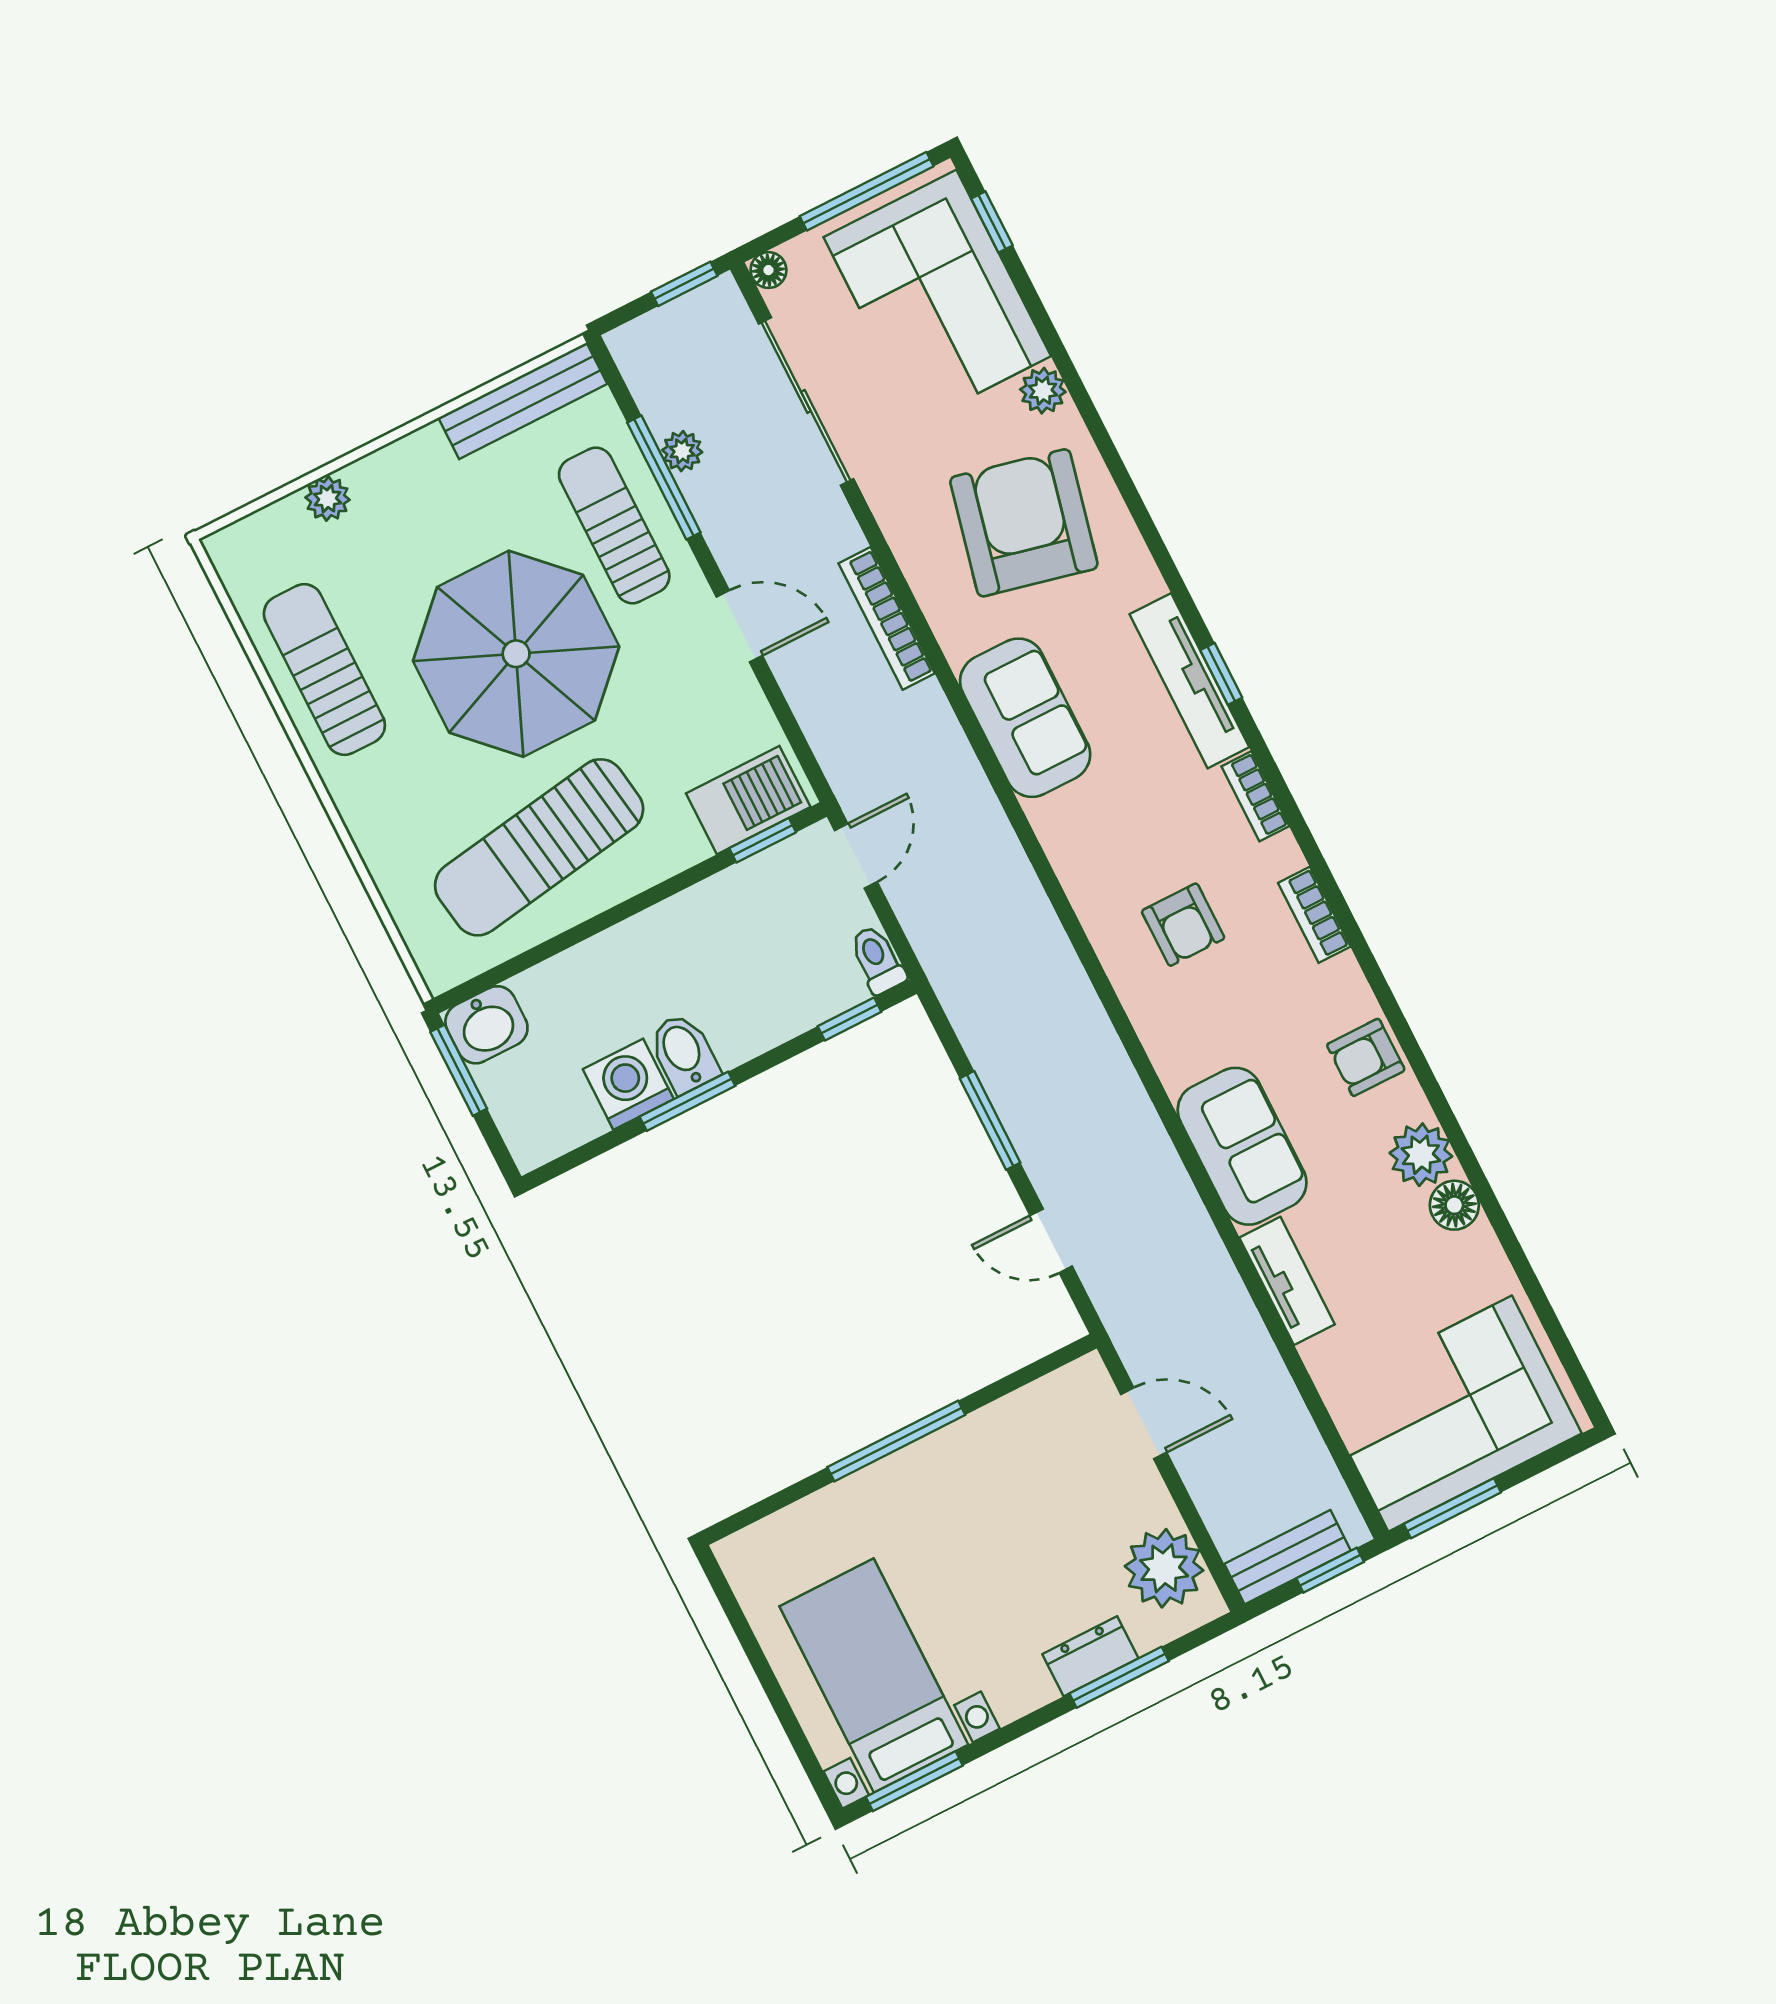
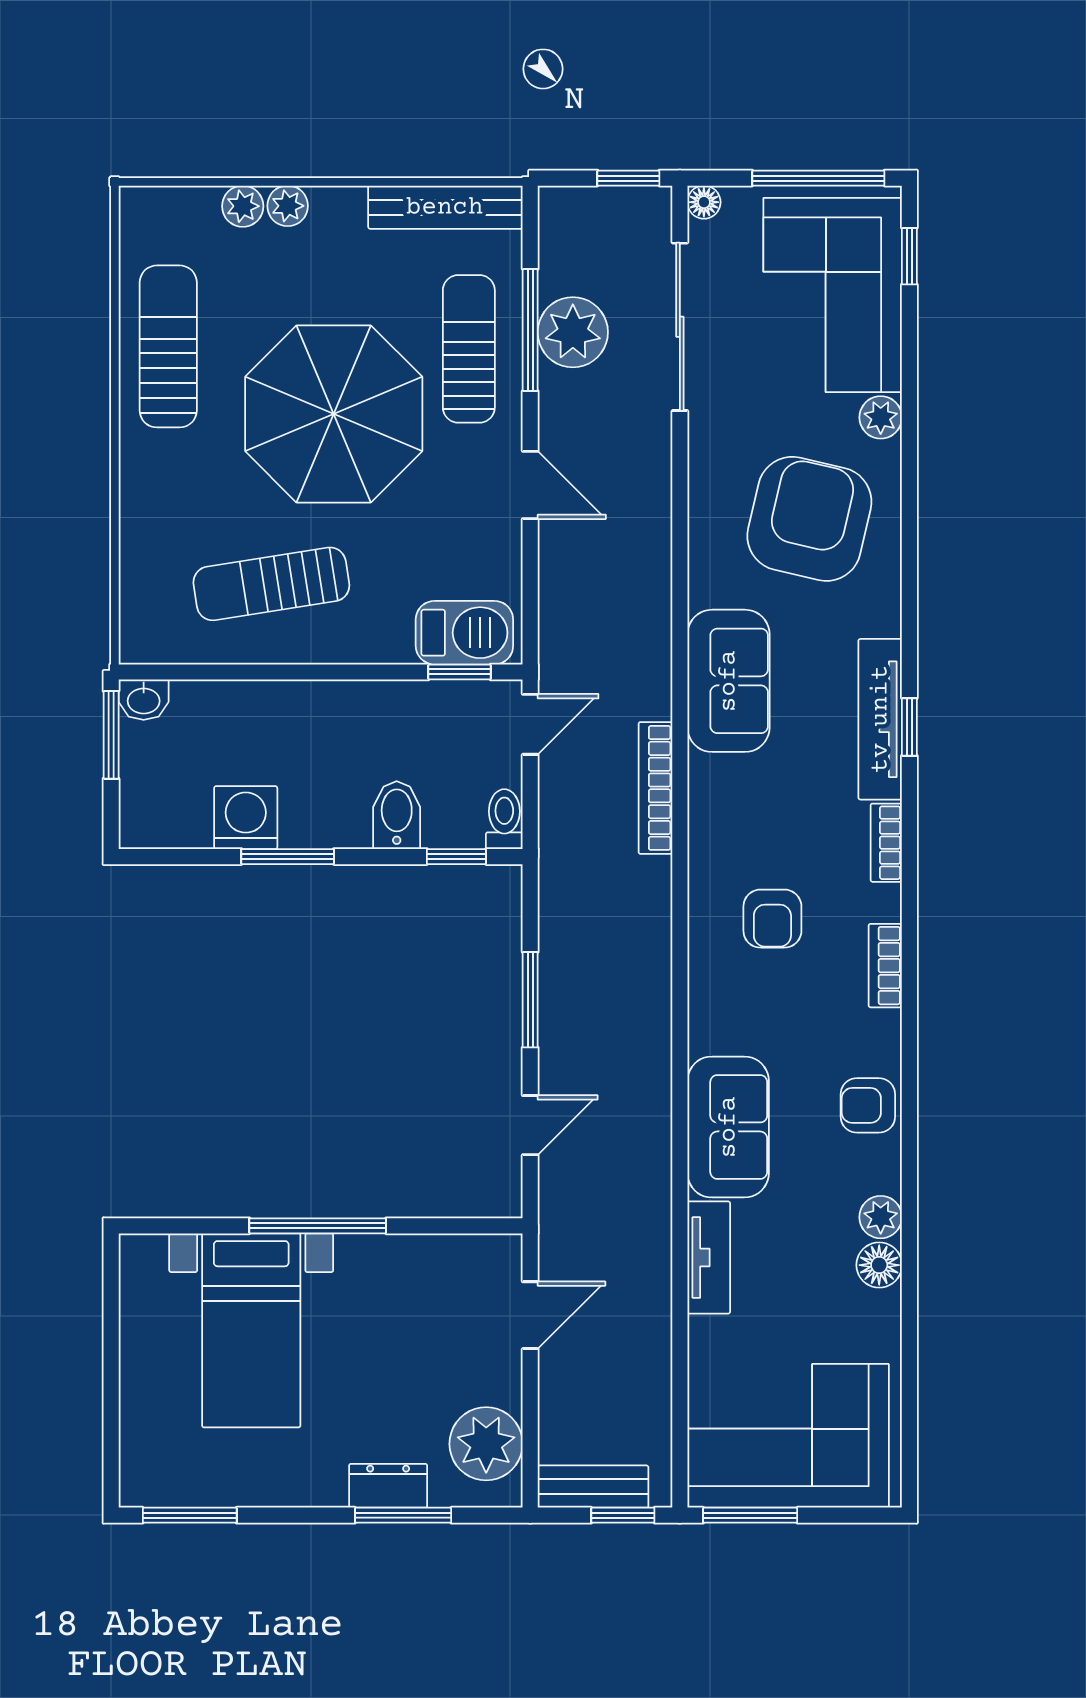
plant: (682, 451) -> (573, 332), width x1.88, depth x1.88
plant: (371, 476) -> (288, 206), added
bookcase: (887, 618) -> (656, 788), moved
sun lounger: (539, 847) -> (271, 584), width x0.73, depth x0.75
washbasin: (486, 1025) -> (144, 700), width x0.72, depth x0.69
bidet: (684, 1053) -> (397, 815), moved
plant: (1421, 1155) -> (881, 1217), width x0.73, depth x0.73
door: (1051, 1241) -> (530, 1125), swing flipped
door: (1144, 1423) -> (530, 1315), hinge flipped
bed with nightstands: (874, 1676) -> (251, 1330), moved, turned 180

